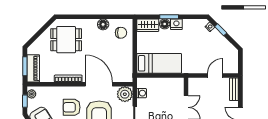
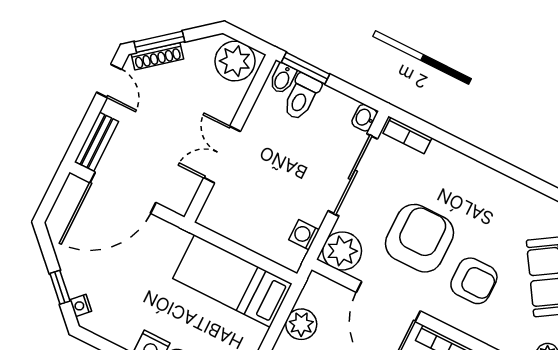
plant: (126, 60) -> (301, 324), added
door: (215, 76) -> (123, 193), width x1.87

